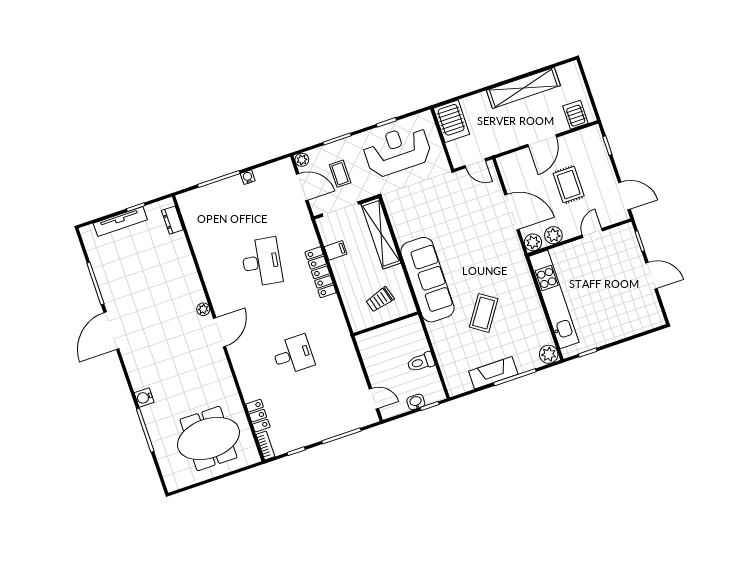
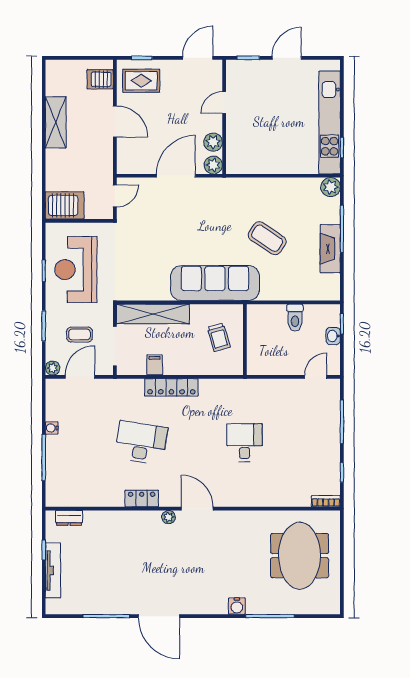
shelving: (523, 88) -> (56, 122), width x0.68
rug: (569, 185) -> (141, 81), moved
door: (592, 233) -> (224, 103), hinge flipped
kitchen unit: (554, 299) -> (330, 123), moved, turned -90
locker: (258, 416) -> (142, 498), moved

